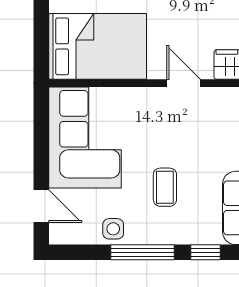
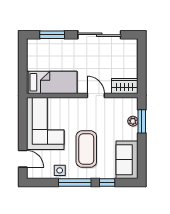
bed: (98, 46) -> (52, 82), width x0.67
coffee table: (165, 187) -> (86, 149), width x1.86, depth x1.72

